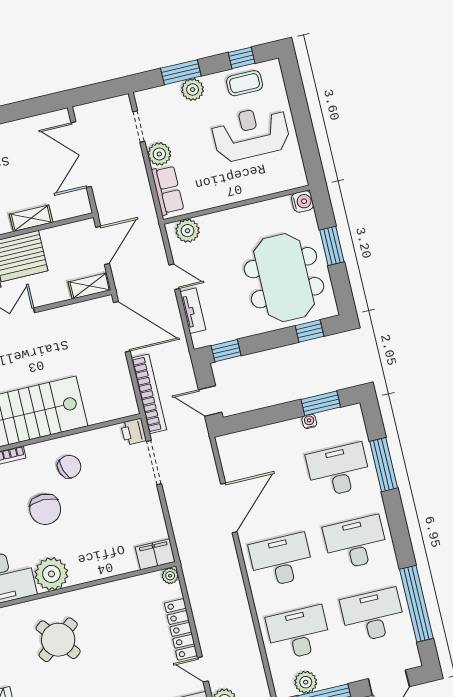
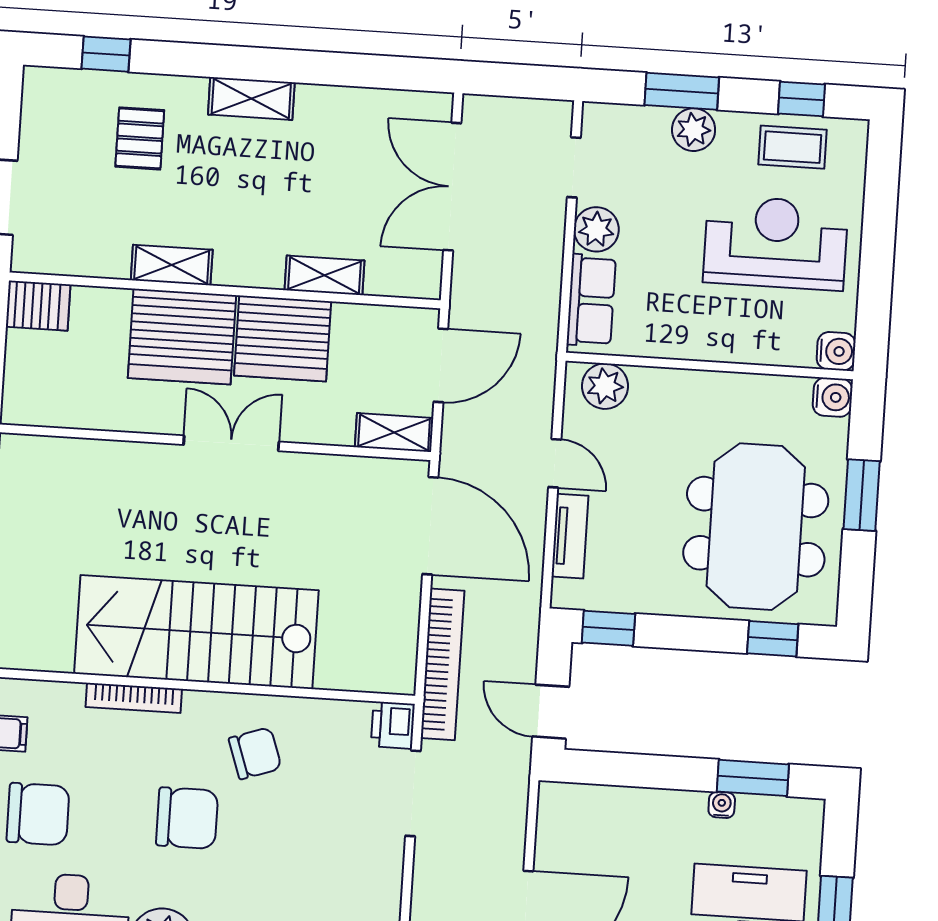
water cooler: (297, 178) -> (836, 351), added
chair: (45, 509) -> (187, 818), turned -90

